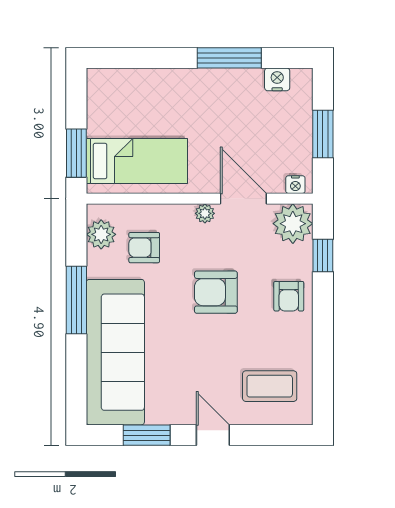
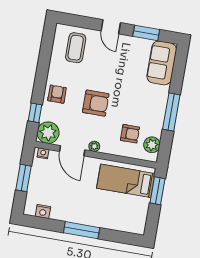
window: (229, 58) -> (82, 230), moved
sofa: (115, 352) -> (162, 63), width x0.54, depth x0.79
coffee table: (270, 386) -> (76, 48), turned 90

